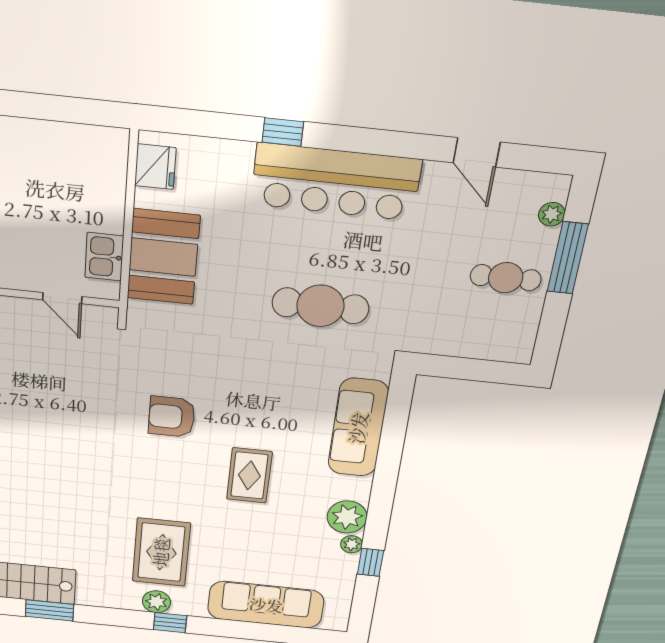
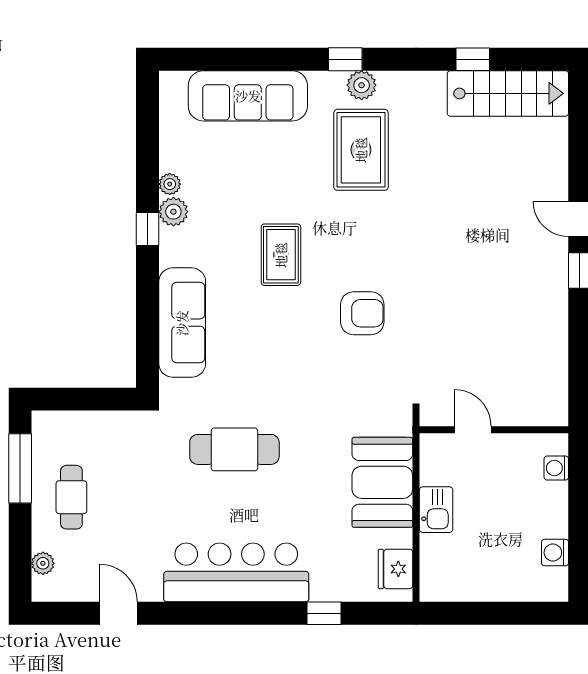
window: (283, 132) -> (324, 613), moved
kitchen sink: (104, 257) -> (436, 510), moved
window: (568, 258) -> (20, 468), moved
cafe table: (506, 278) -> (71, 497), turned 90
plant: (347, 517) -> (173, 212), width x0.73, depth x0.73
window: (370, 562) -> (148, 229), moved
window: (50, 610) -> (473, 59), width x0.67

